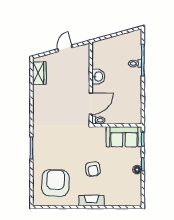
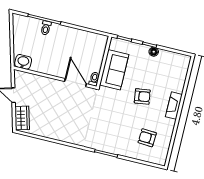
wardrobe: (39, 73) -> (22, 118), moved, turned 75
washbasin: (98, 77) -> (23, 62), moved
sofa: (124, 137) -> (114, 70), moved
armchair: (55, 183) -> (147, 138), width x0.53, depth x0.53

